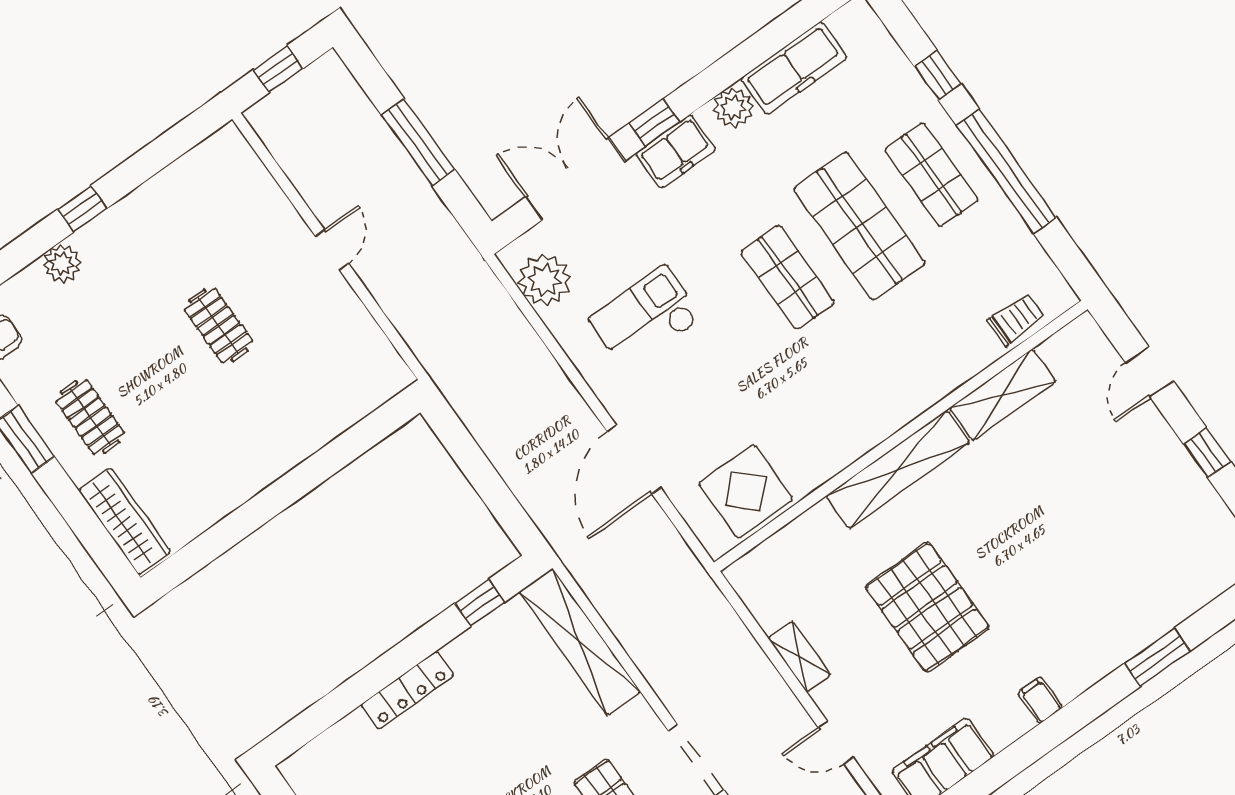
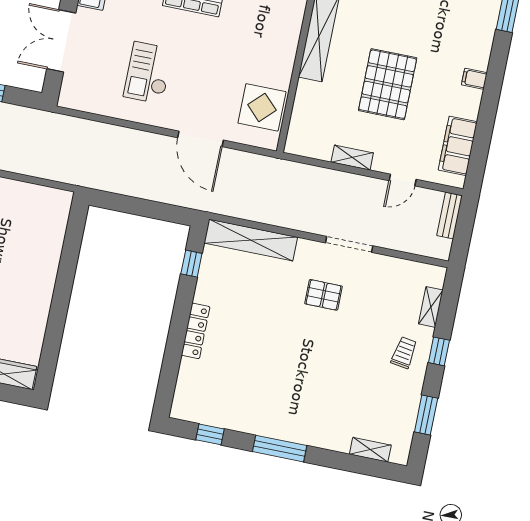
plant: (544, 280) -> (89, 97), removed
pallet: (927, 607) -> (388, 84), turned 90

